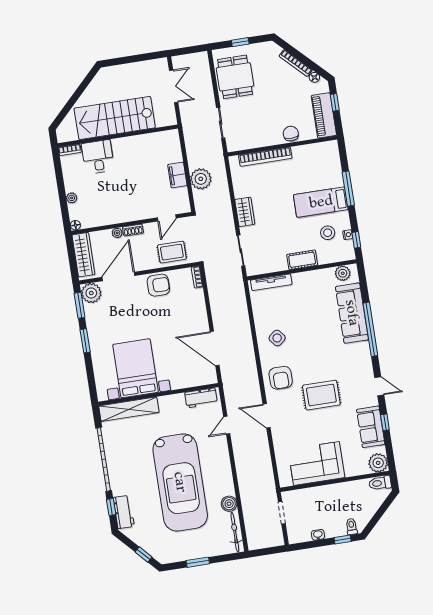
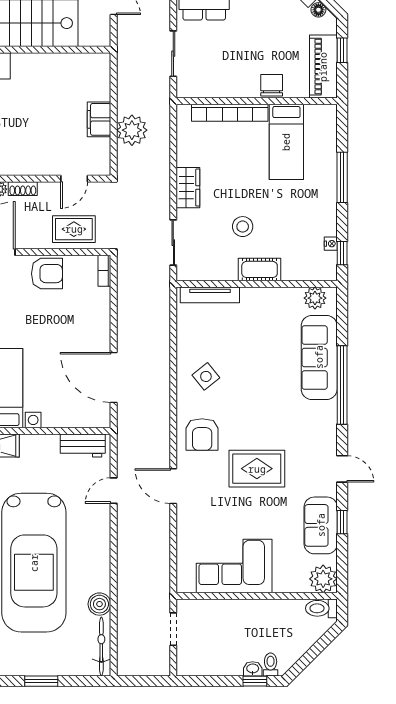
bed: (321, 202) -> (286, 142), moved, turned -90
stool: (328, 233) -> (243, 227), moved
washbasin: (318, 535) -> (253, 669), moved

